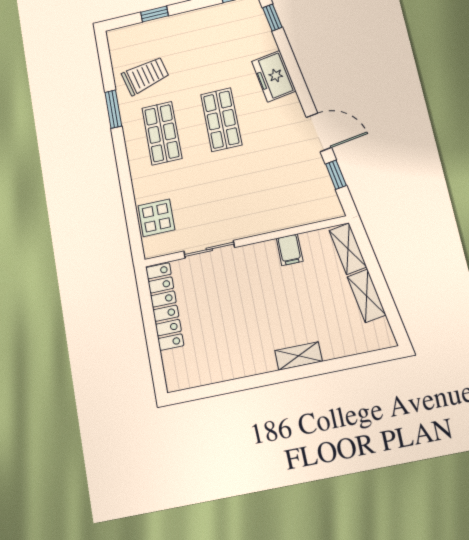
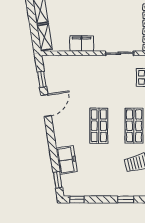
freezer: (274, 76) -> (67, 160), moved
door: (319, 132) -> (46, 105), swing flipped
filing cabinet: (290, 250) -> (82, 43), width x2.00

